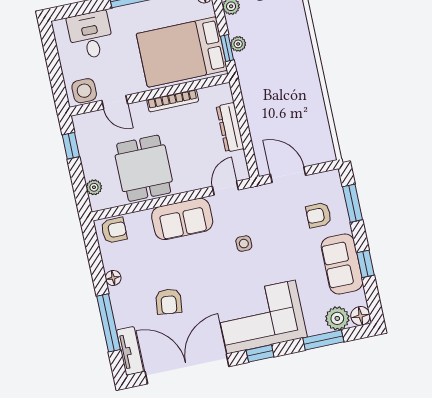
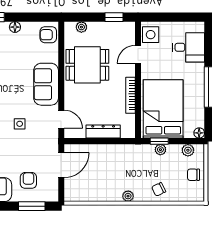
chair: (293, 35) -> (159, 189), added
plant: (311, 75) -> (128, 196), added
armchair: (114, 230) -> (48, 35), turned 90

